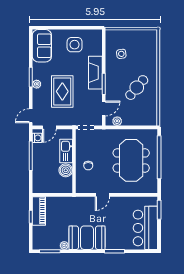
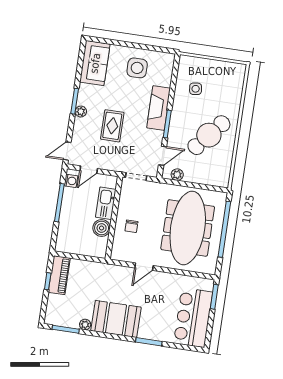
cafe table: (137, 88) -> (209, 135), width x1.37, depth x1.35
rug: (62, 91) -> (112, 126), width x0.73, depth x0.70
meeting table: (131, 160) -> (188, 228), width x1.36

